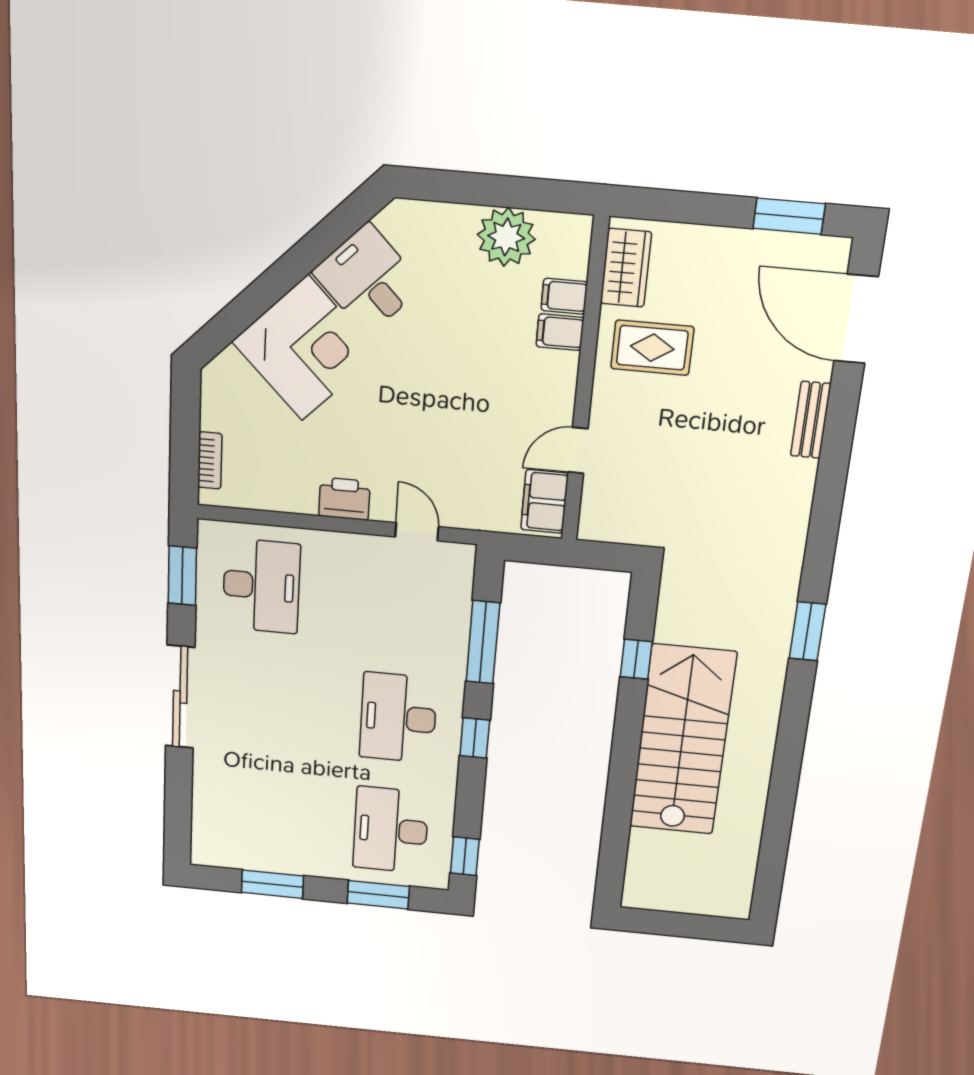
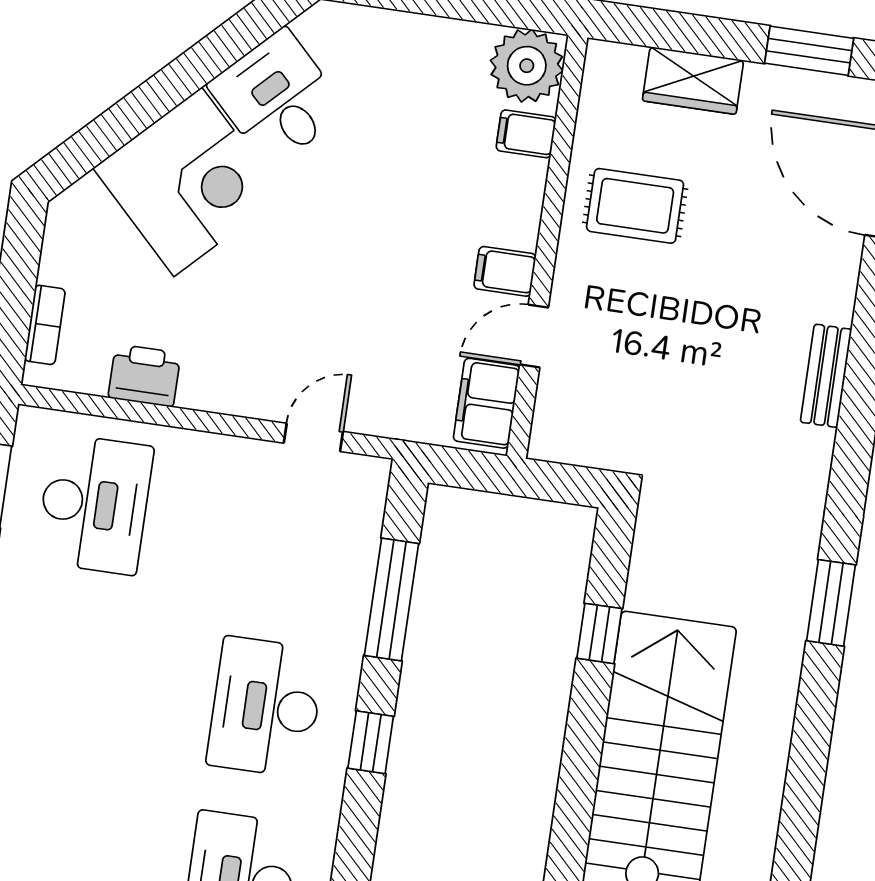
plant: (506, 237) -> (527, 66), moved
wardrobe: (626, 268) -> (693, 80), moved, turned 90
filing cabinet: (560, 332) -> (505, 271), moved
bench: (811, 420) -> (826, 376), moved
printer: (344, 499) -> (144, 376), moved
door: (417, 532) -> (313, 437), hinge flipped

